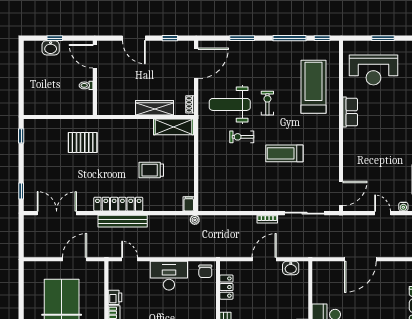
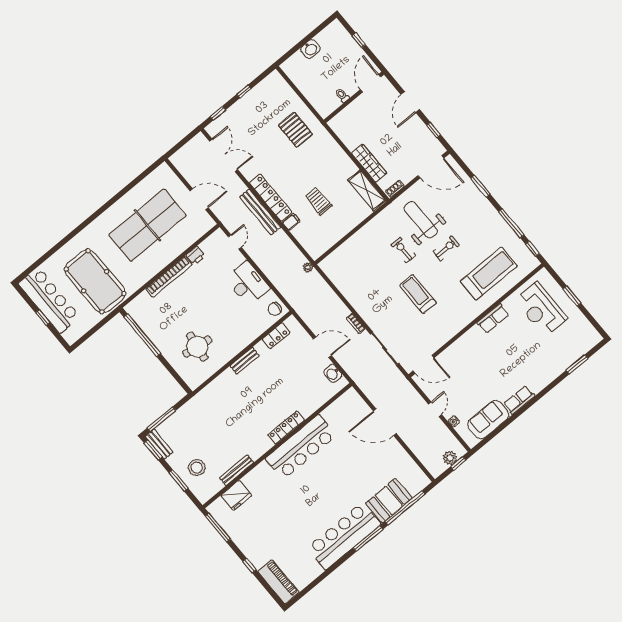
washbasin: (51, 48) -> (310, 49), moved, turned -90
window: (21, 136) -> (244, 91), moved
filing cabinet: (189, 204) -> (291, 222), moved

